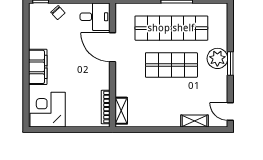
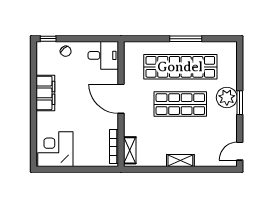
door: (113, 47) -> (121, 99), moved
filing cabinet: (38, 67) -> (45, 93), moved
door: (230, 112) -> (240, 151), hinge flipped
shelving: (194, 121) -> (180, 161), moved

